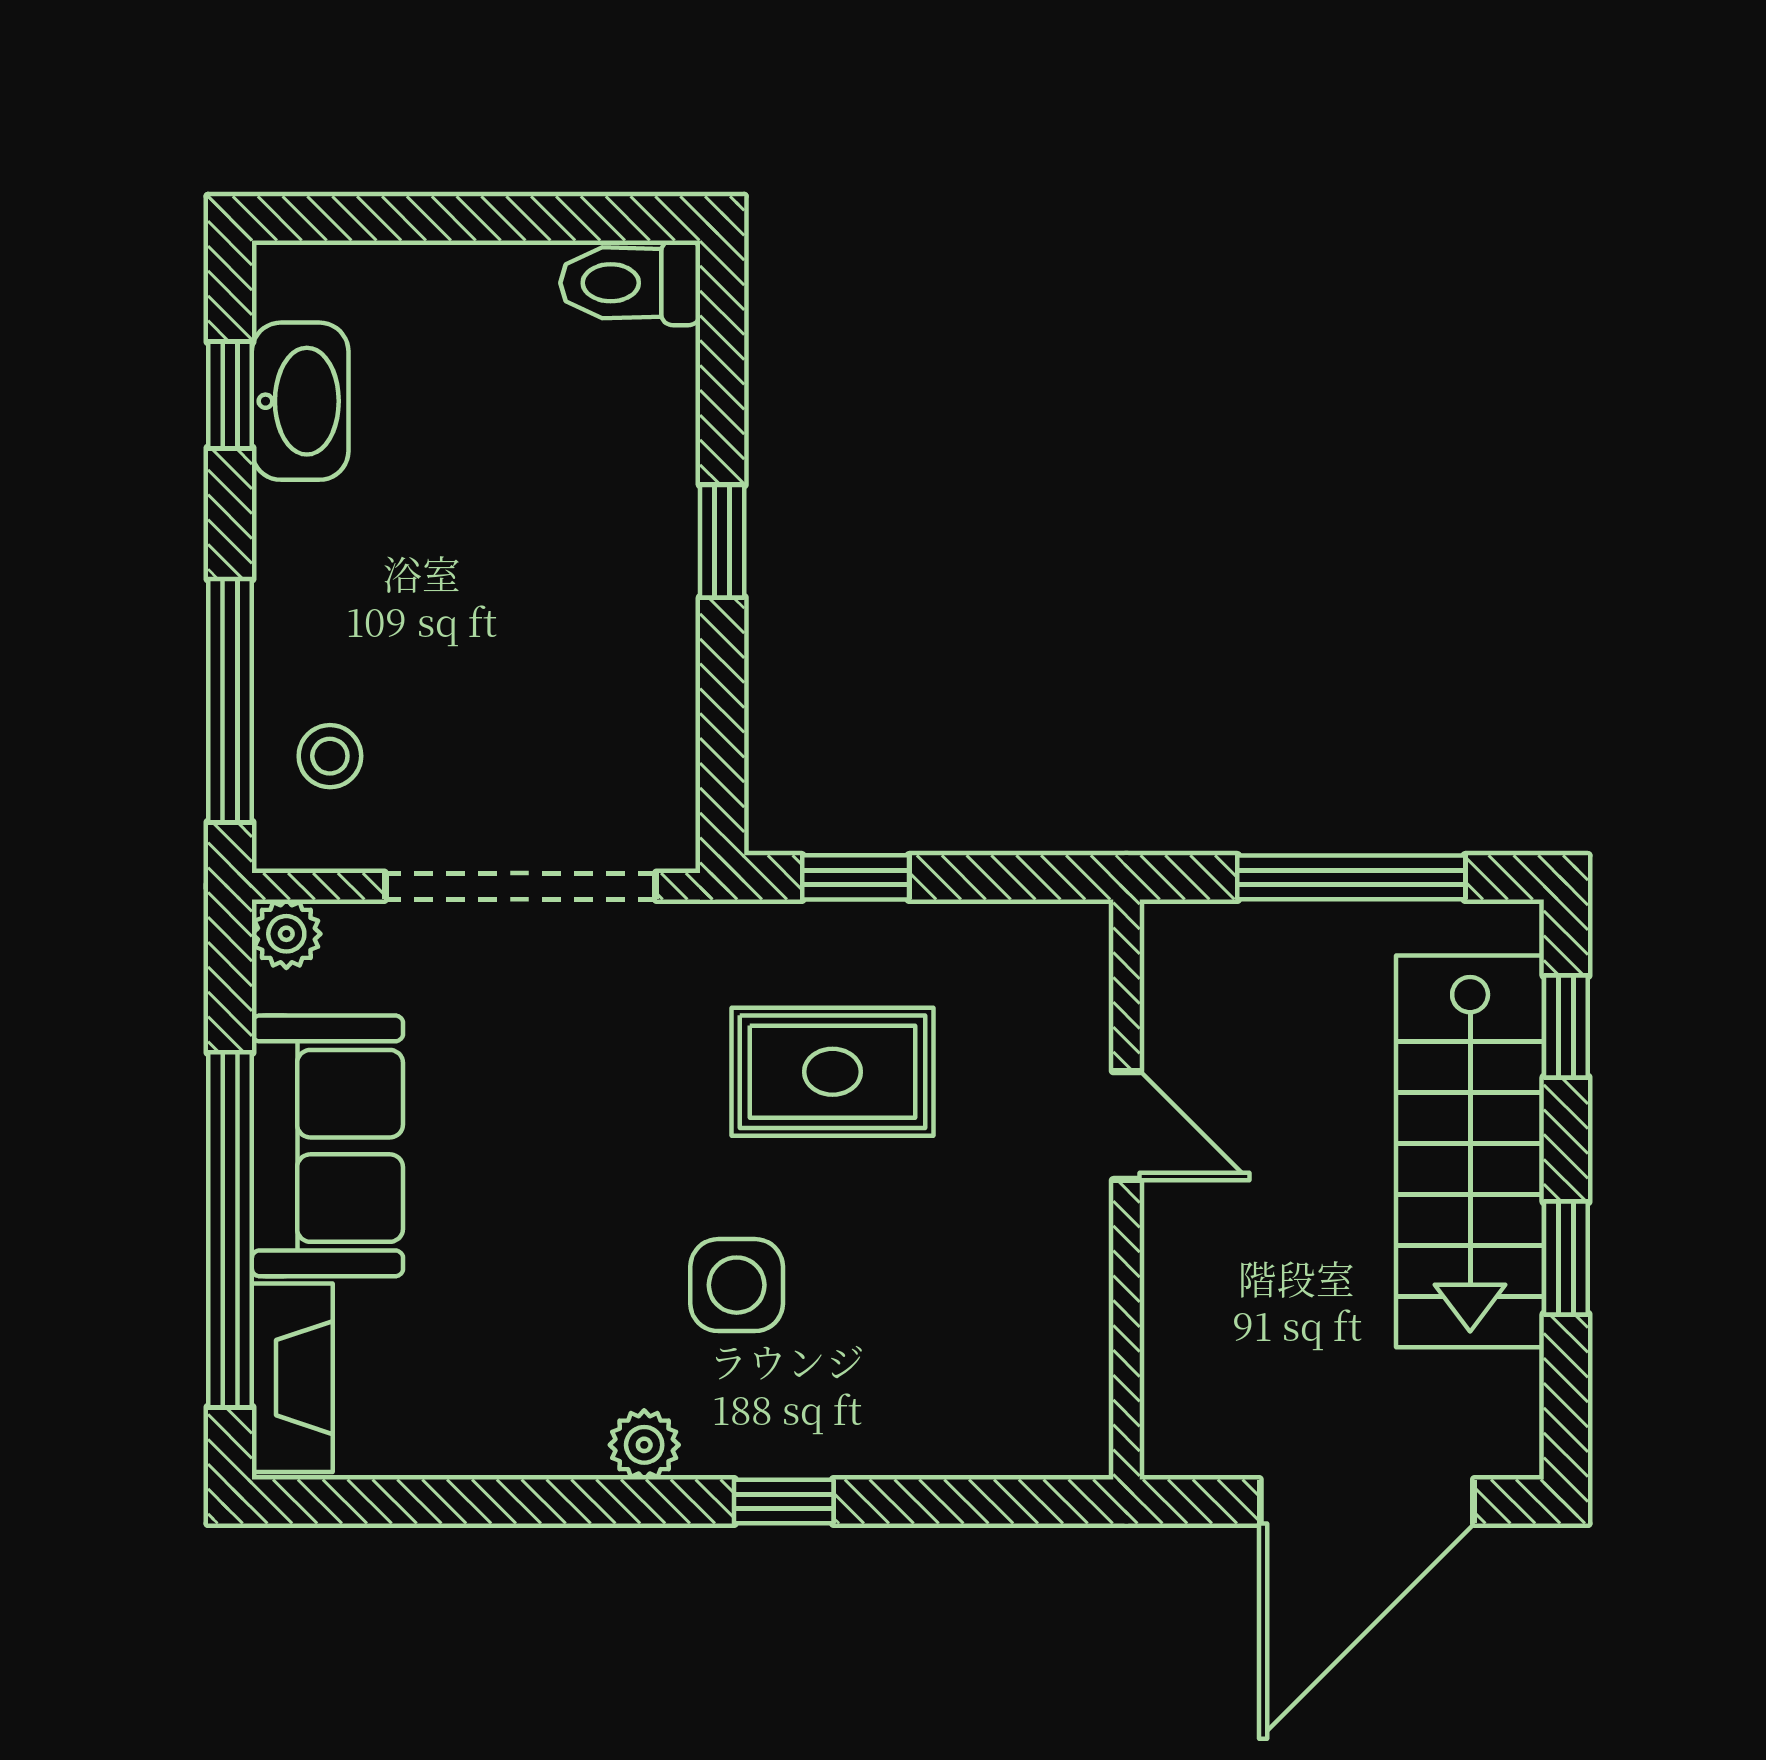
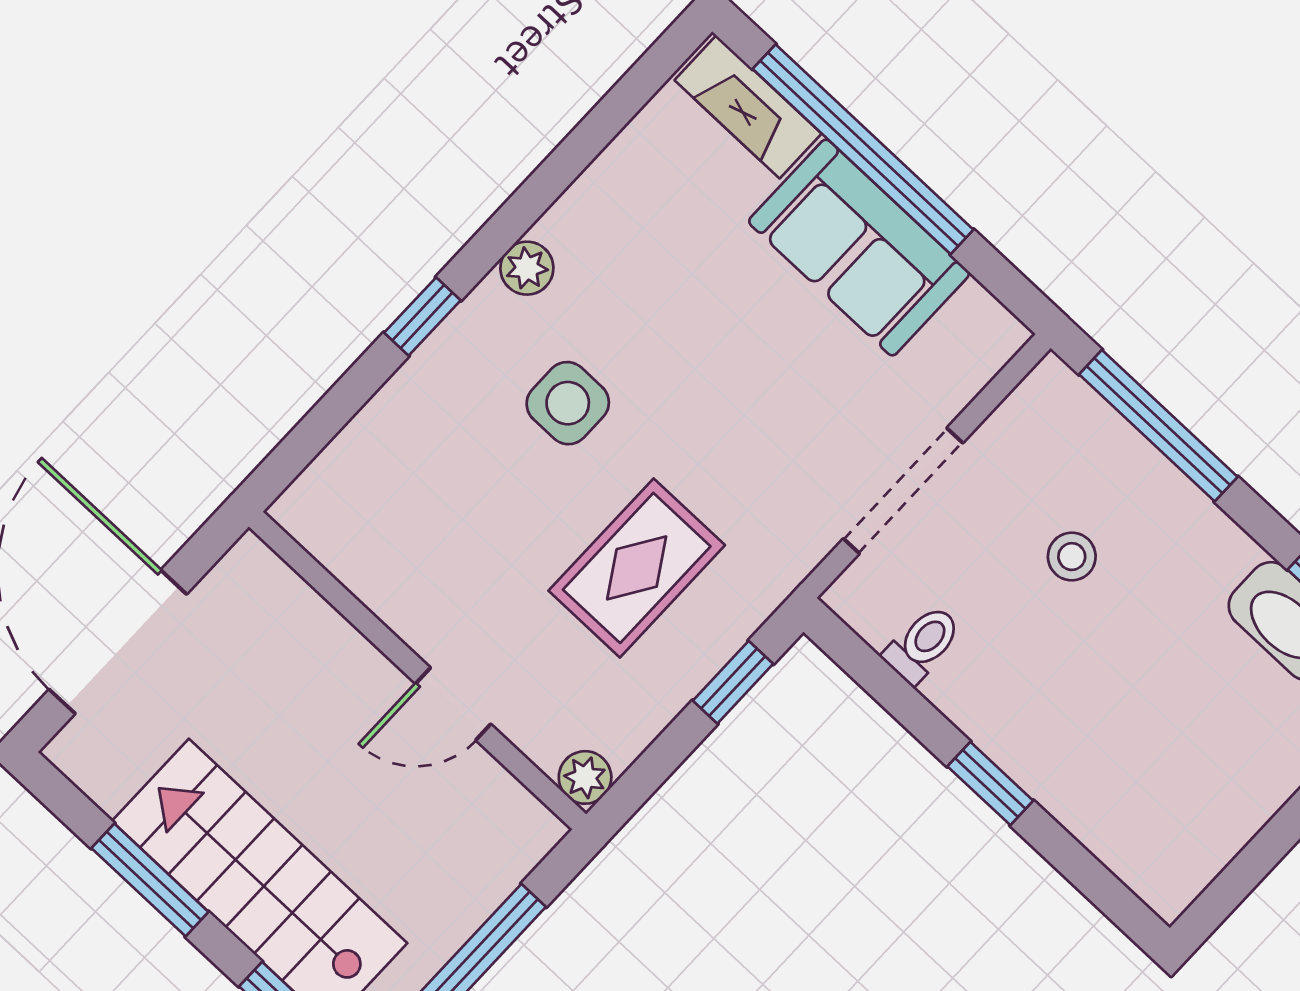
toilet: (630, 283) -> (923, 644), moved, width x0.73, depth x0.72
stool: (330, 756) -> (1072, 557), moved
doorway: (520, 886) -> (903, 491), width x0.73
plant: (286, 934) -> (585, 777), moved
window: (1566, 1258) -> (150, 880), width x1.50

